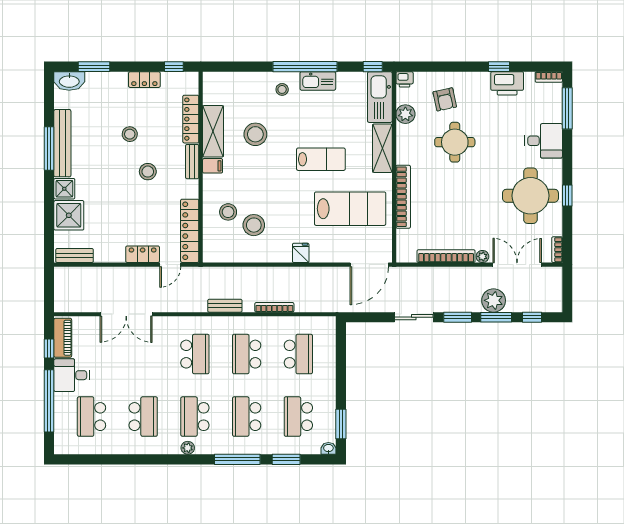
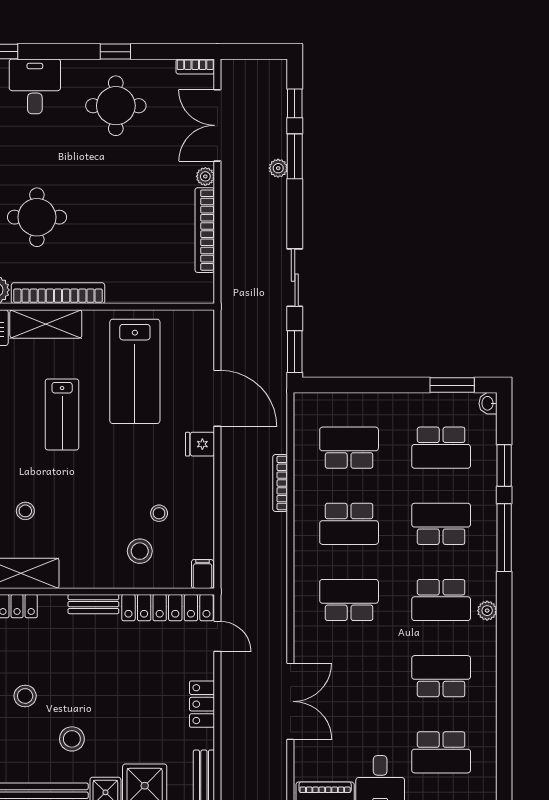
stool: (255, 134) -> (25, 511), width x0.53, depth x0.53
lab bench: (321, 159) -> (62, 414), turned 180
bench: (192, 162) -> (93, 604), moved
filing cabinet: (213, 166) -> (203, 574), moved
stool: (148, 172) -> (72, 739), moved
round table: (530, 196) -> (116, 106), width x0.73, depth x0.73
bookcase: (403, 197) -> (58, 293), moved
lab bench: (350, 209) -> (135, 371), turned 180
stool: (254, 225) -> (159, 513), width x0.53, depth x0.53
locker: (143, 254) -> (202, 704), moved
door: (369, 265) -> (217, 398), moved
plant: (494, 300) -> (278, 168), width x0.53, depth x0.53
bench: (225, 306) -> (278, 556), removed
window: (458, 317) -> (295, 352), moved
school desk: (247, 417) -> (441, 524), turned 180

